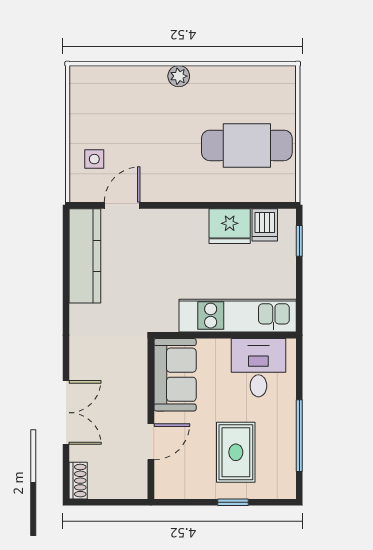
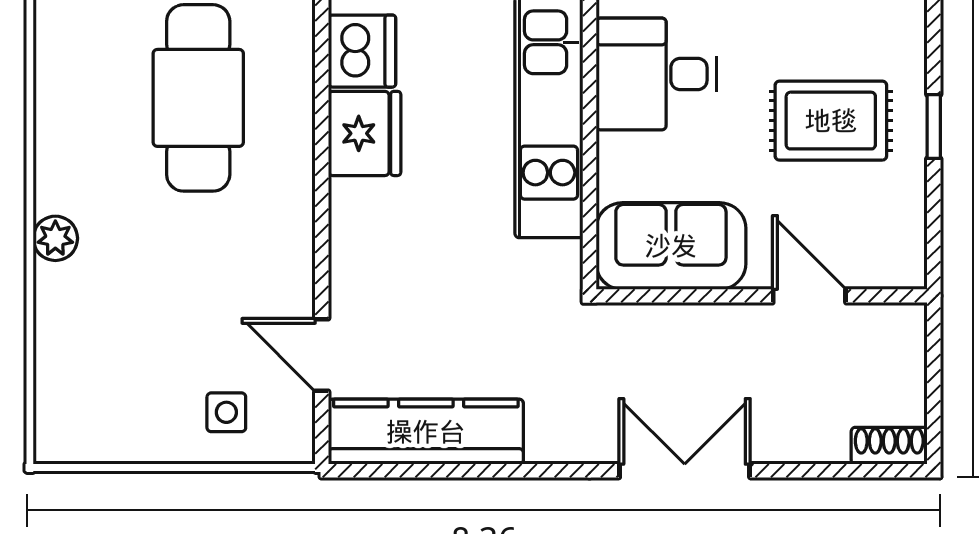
dishwasher: (265, 225) -> (362, 51), width x1.38
double door: (66, 413) -> (685, 471), moved

